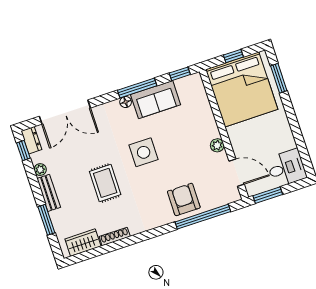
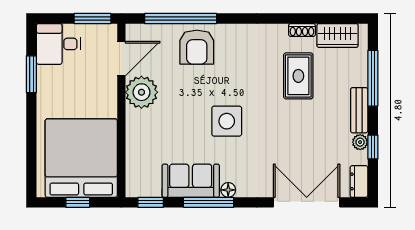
window: (279, 78) -> (31, 74), moved
plant: (217, 145) -> (141, 92), width x1.87, depth x1.87
window: (23, 150) -> (373, 147), moved
door: (237, 173) -> (121, 59), swing flipped
rug: (105, 183) -> (298, 76), moved
window: (46, 220) -> (373, 78), width x1.44
shoe rack: (115, 237) -> (302, 30), width x0.70

